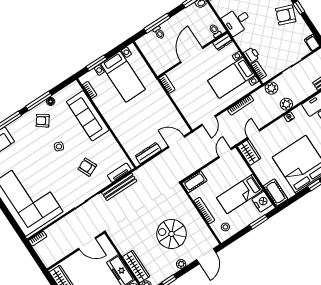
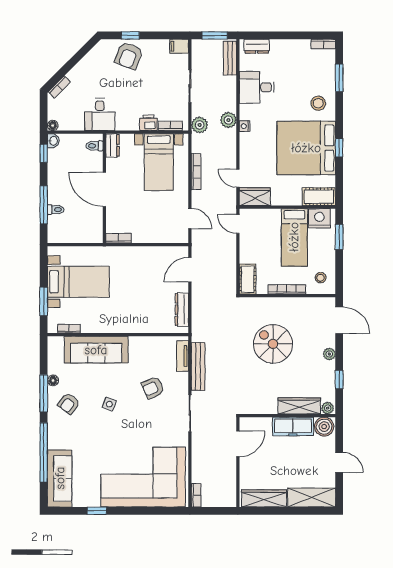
spiral stairs: (171, 234) -> (273, 344), moved, turned 90

